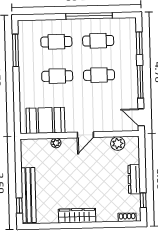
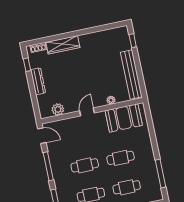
bench: (29, 195) -> (131, 74), moved
wardrobe: (77, 216) -> (63, 45), moved

